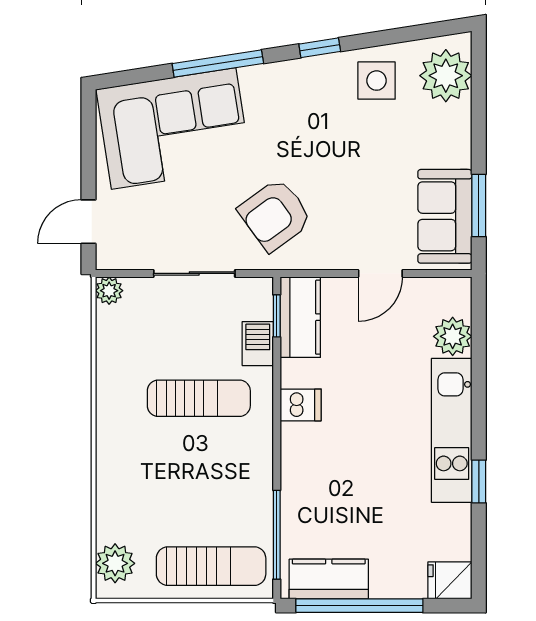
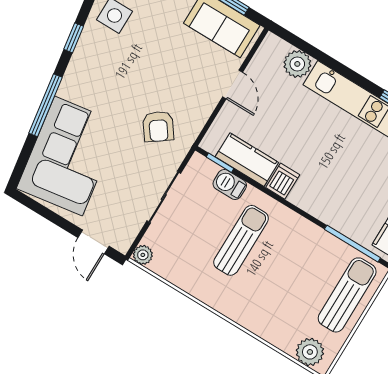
armchair: (275, 215) -> (158, 126), width x0.72, depth x0.72
kitchen counter: (300, 317) -> (247, 160), moved

